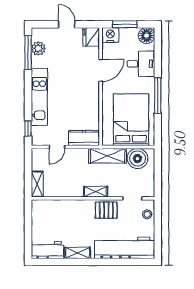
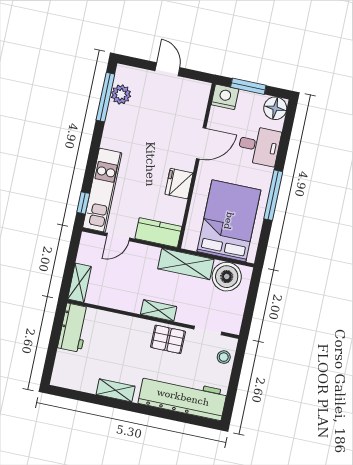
fridge: (91, 37) -> (179, 184), moved
kitchen unit: (39, 97) -> (102, 190), moved
workbench: (47, 250) -> (74, 328), moved, turned 90

